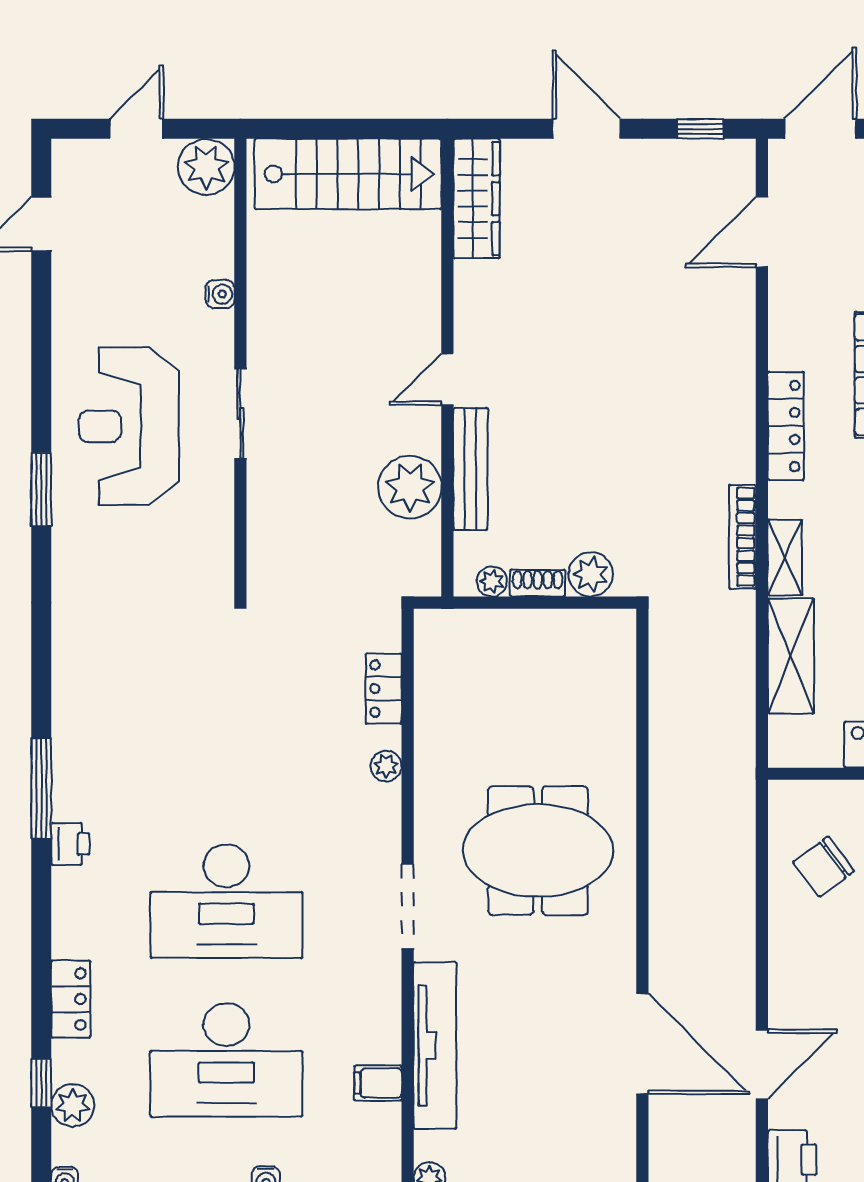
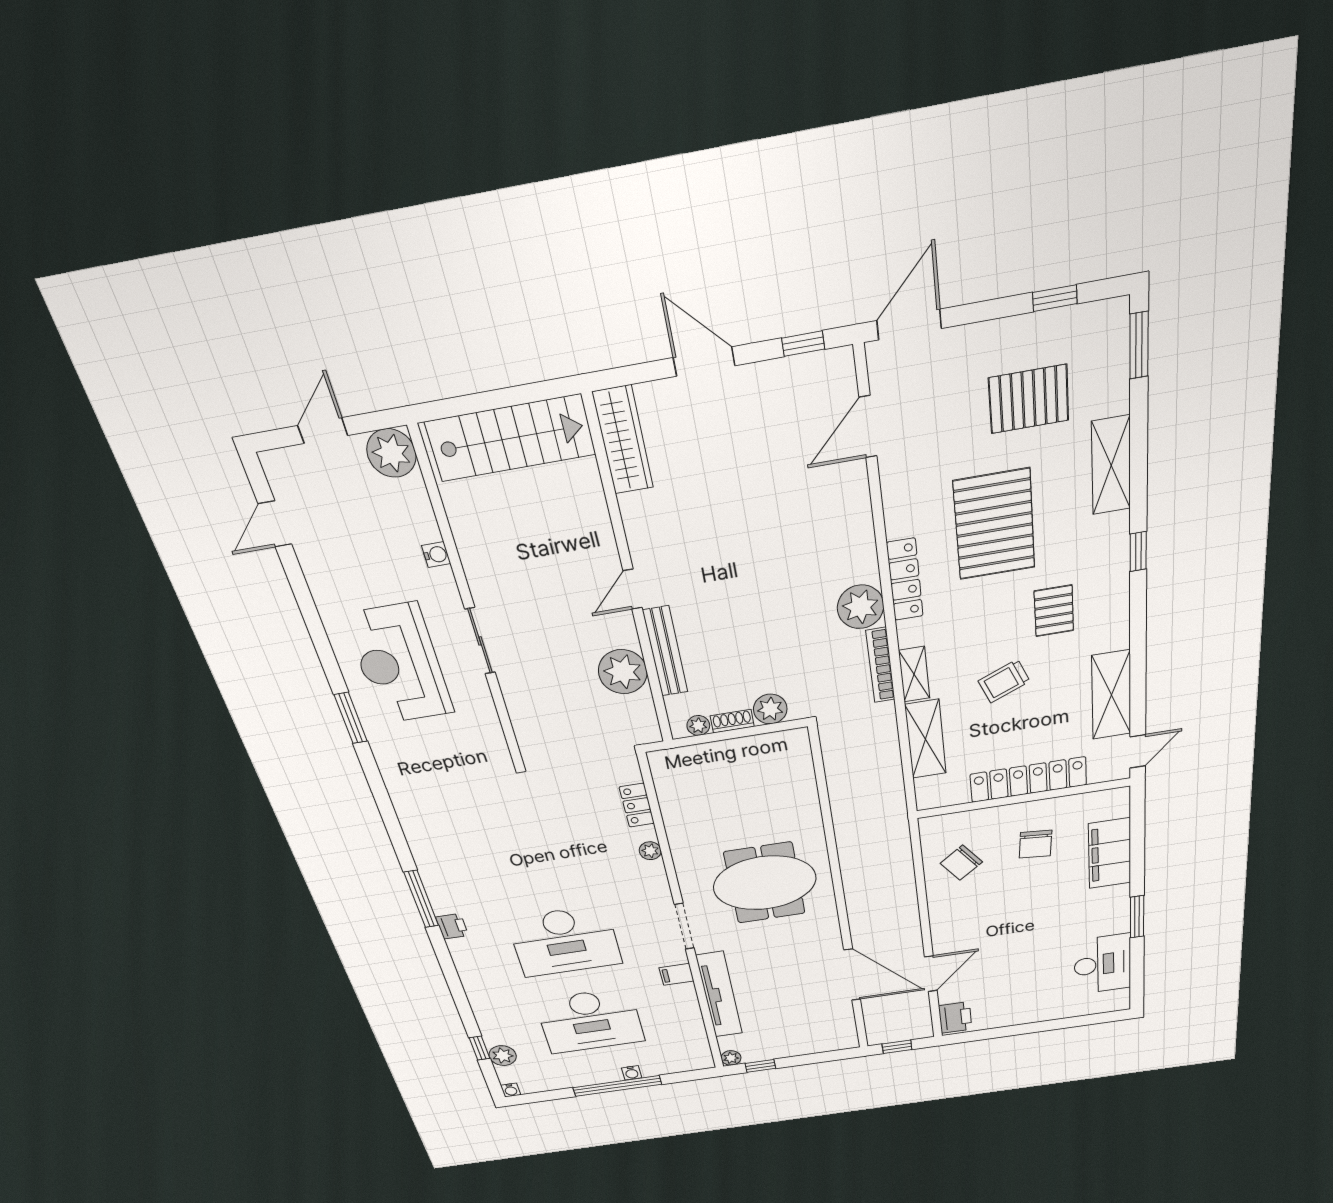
plant: (727, 452) -> (861, 607), added
locker: (71, 999) -> (482, 1005), removed
filing cabinet: (378, 1083) -> (677, 974), moved

